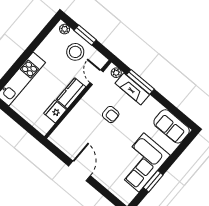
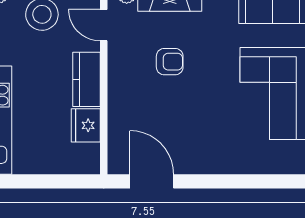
door: (80, 171) -> (152, 181), moved

